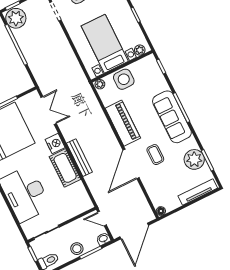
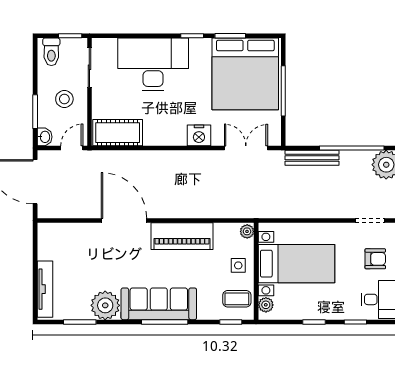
side table: (124, 79) -> (238, 265), width x0.54, depth x0.54
double door: (49, 110) -> (246, 148), swing flipped
coffee table: (155, 155) -> (237, 299), moved
bench: (79, 158) -> (312, 158), moved
plant: (194, 159) -> (105, 305), moved
cot: (65, 168) -> (118, 133), moved
floor lamp: (161, 211) -> (44, 229), removed
stool: (77, 249) -> (64, 99), moved

